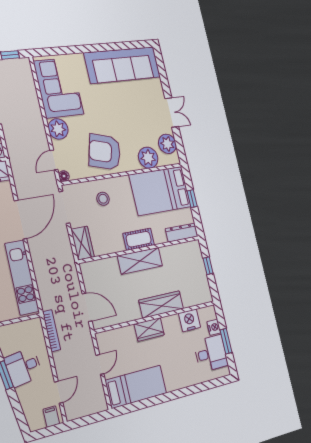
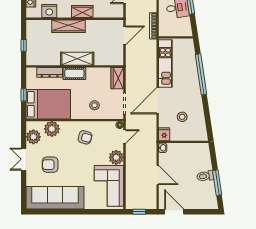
armchair: (139, 109) -> (50, 165), added
armchair: (105, 152) -> (85, 137), width x0.53, depth x0.53
dresser: (182, 233) -> (50, 72), moved
door: (87, 307) -> (124, 36), swing flipped

